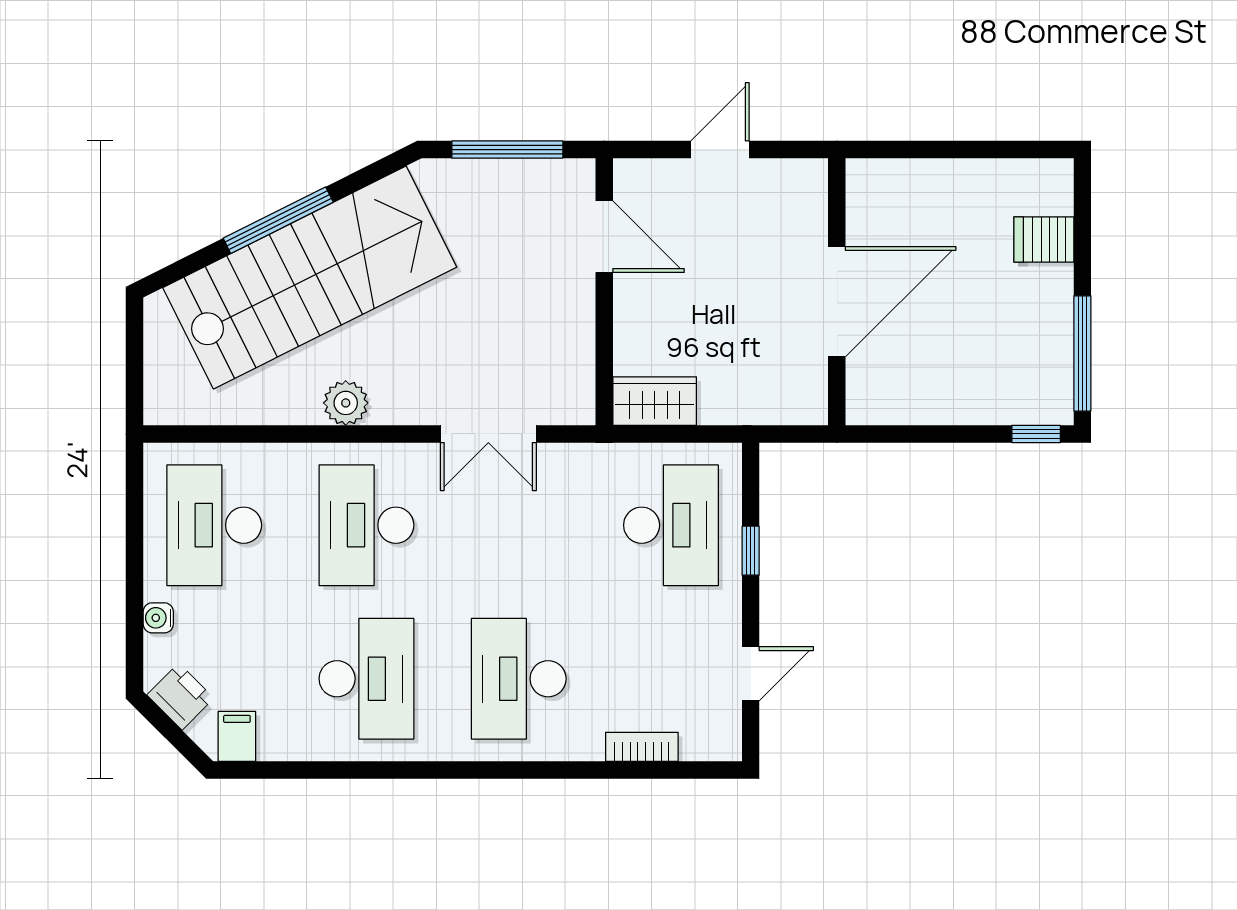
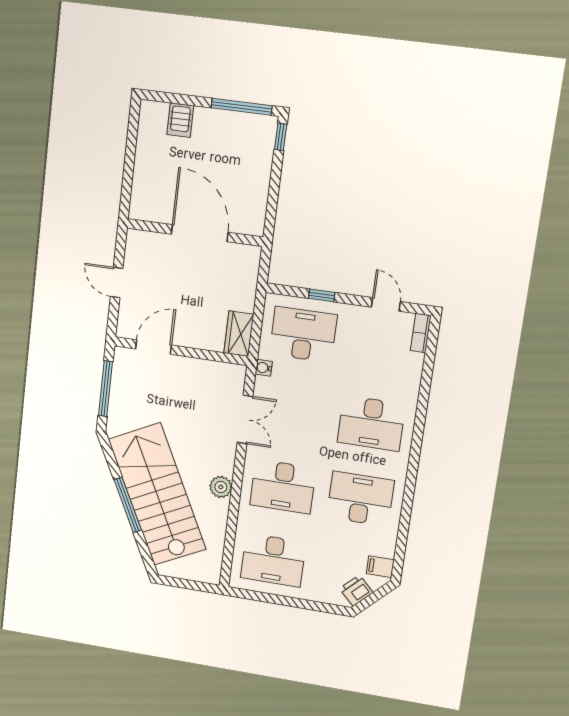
water cooler: (158, 618) -> (264, 368), moved, turned 90
bookcase: (642, 747) -> (421, 333), moved

